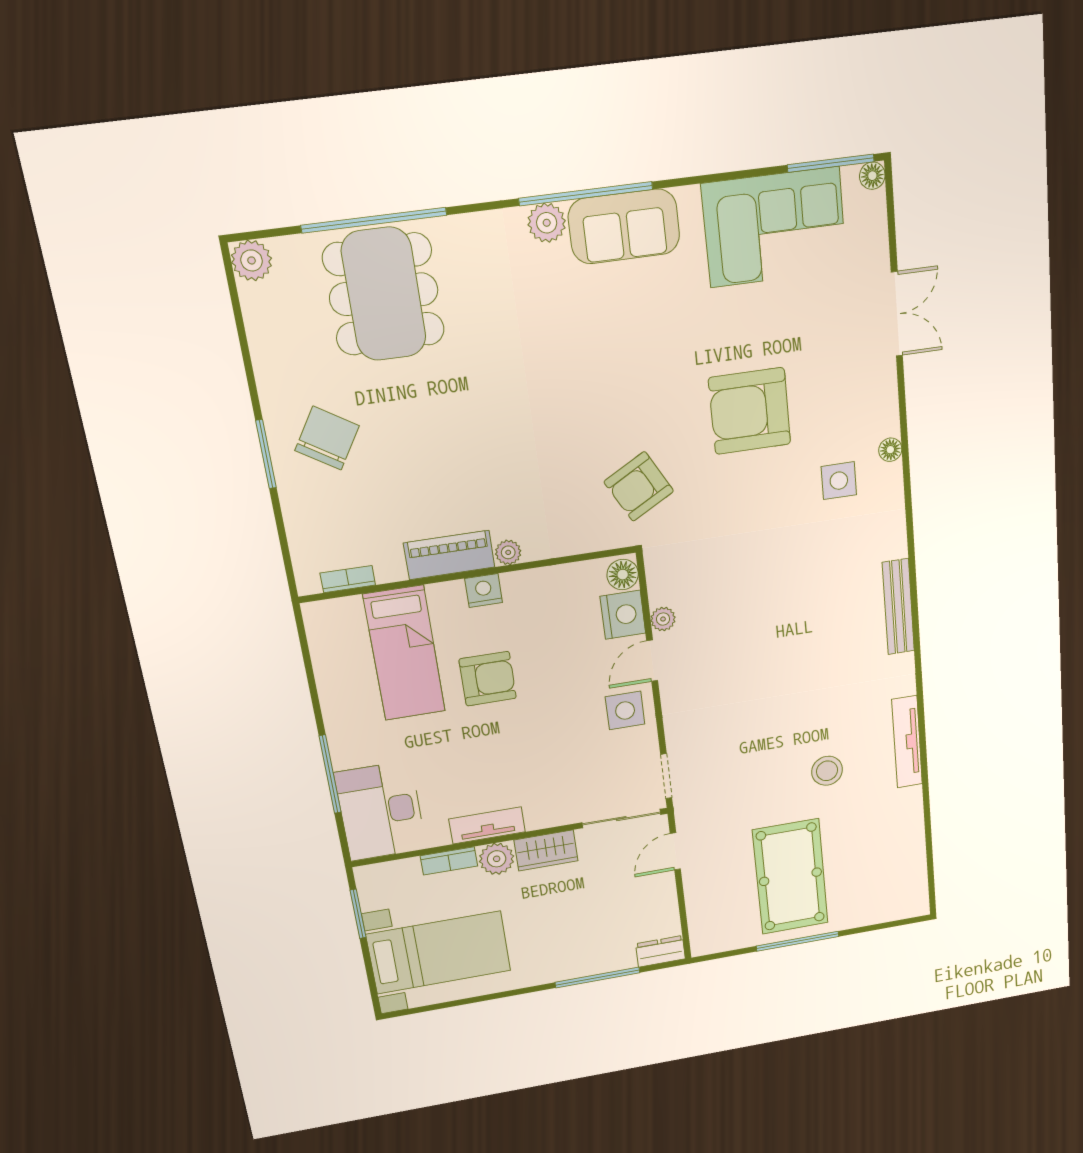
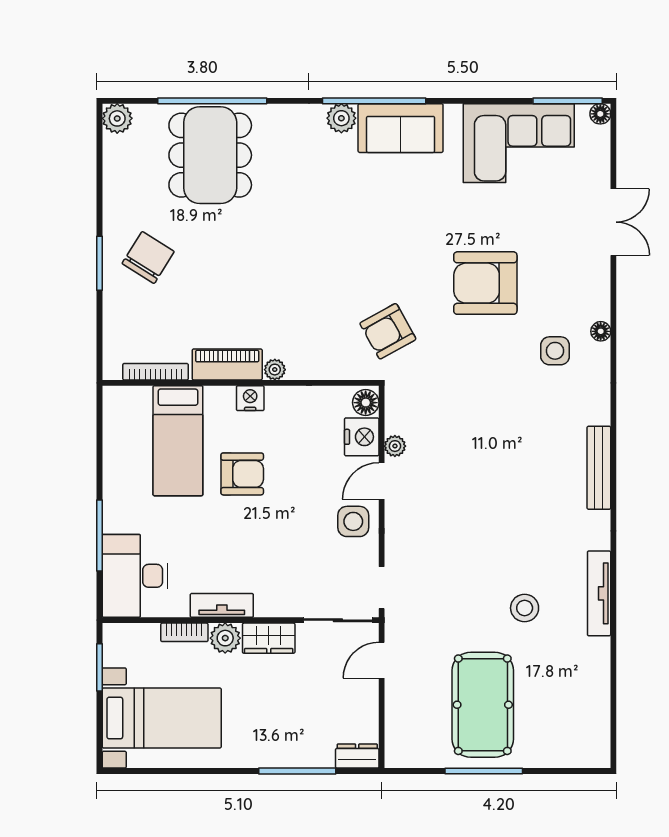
bookcase: (348, 579) -> (156, 372), width x1.56

